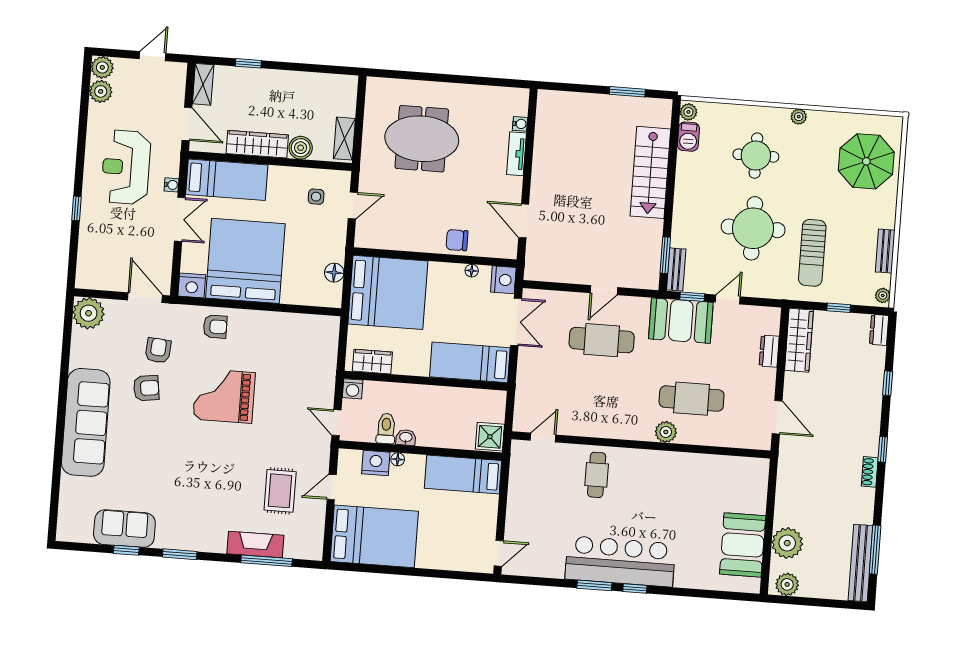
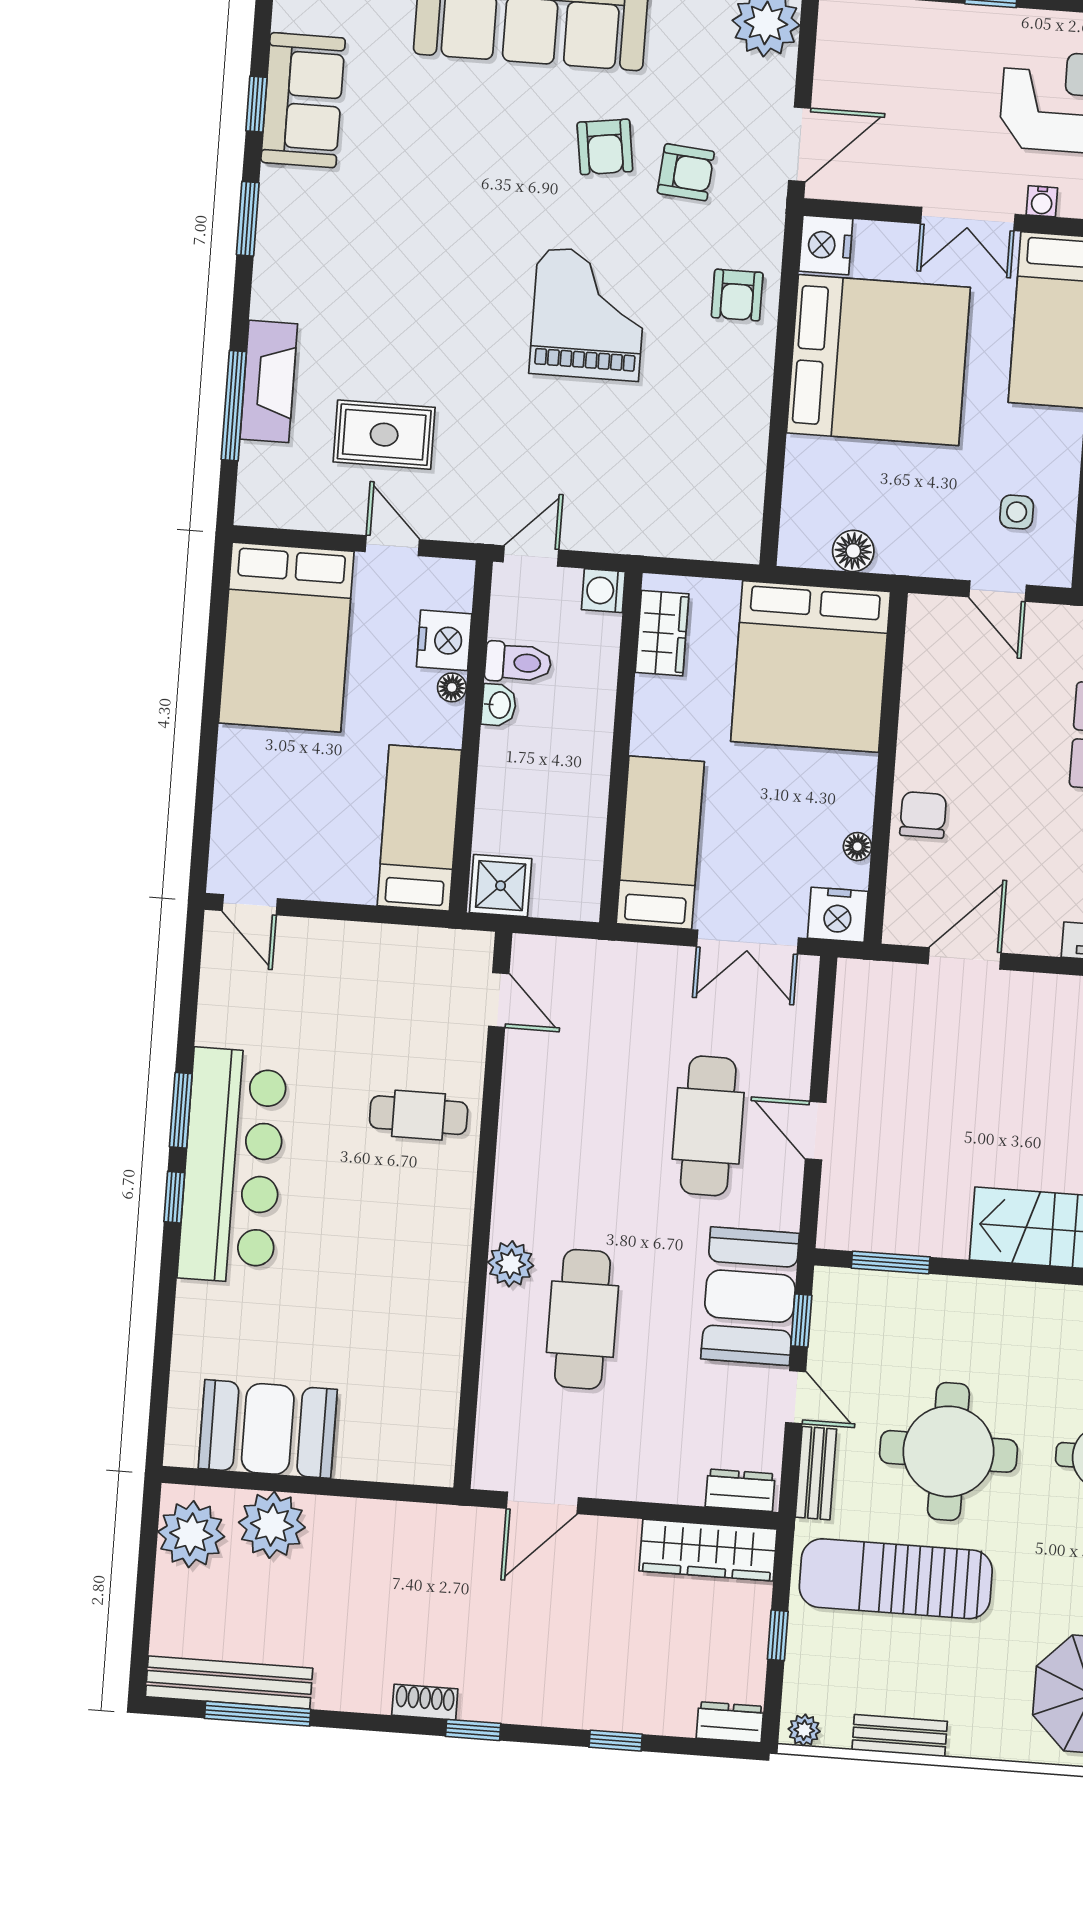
sun lounger: (812, 253) -> (896, 1579), width x1.36, depth x1.34
bench: (676, 269) -> (816, 1473), moved, turned 90
dresser: (769, 351) -> (740, 1490), moved
plant: (787, 584) -> (191, 1534), width x1.36, depth x1.36

